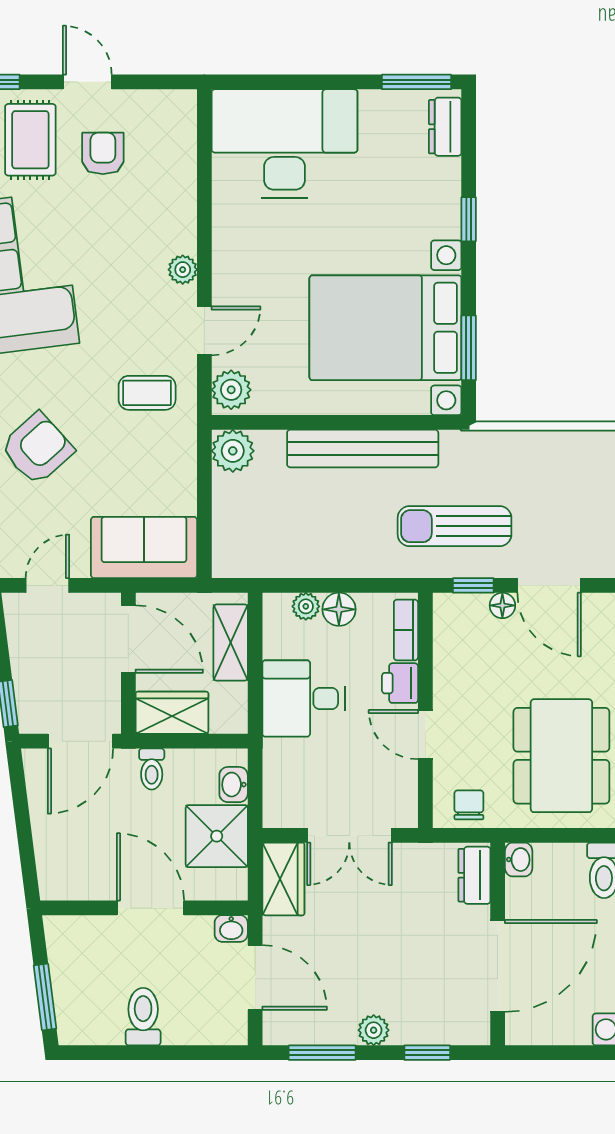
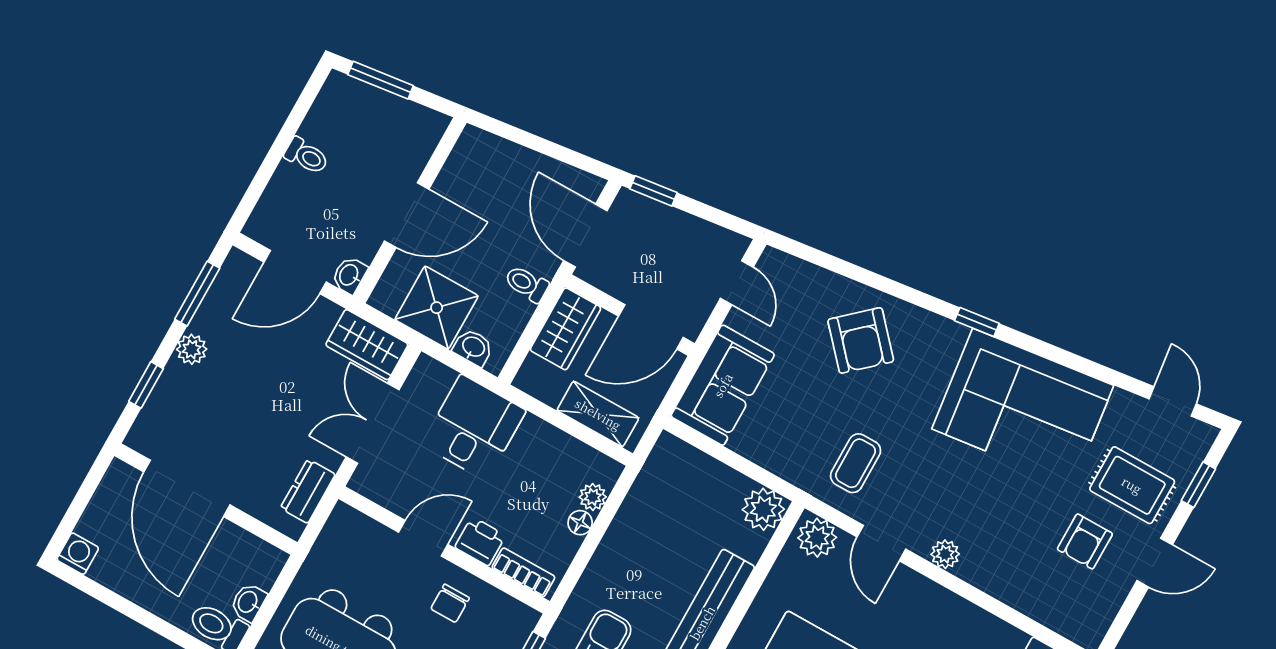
armchair: (103, 153) -> (1085, 541), turned 90
floor lamp: (339, 609) -> (580, 523), width x0.73, depth x0.73
desk: (303, 698) -> (474, 428), moved
chair: (469, 805) -> (450, 603), moved, turned 90
washbasin: (519, 860) -> (248, 602), moved, turned 90
dresser: (474, 875) -> (308, 491), moved, turned -90
toilet: (143, 1017) -> (306, 156), width x0.73, depth x0.72

